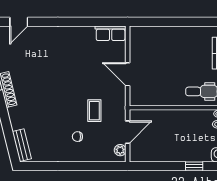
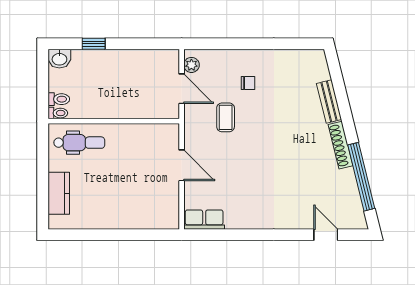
door: (19, 22) -> (326, 235), hinge flipped
door: (128, 132) -> (182, 89), swing flipped
bench: (22, 145) -> (329, 101), moved

